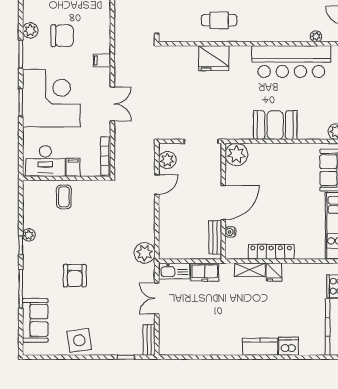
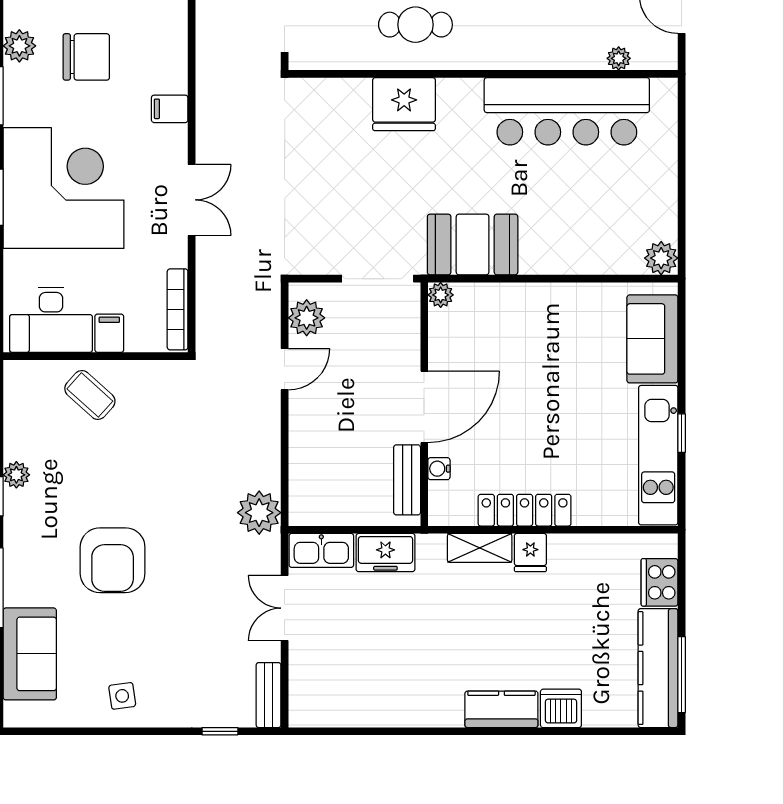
booth: (275, 125) -> (473, 244), moved
plant: (236, 154) -> (441, 295), width x0.53, depth x0.53
coffee table: (64, 197) -> (90, 395), turned -48
armchair: (75, 276) -> (113, 560), width x1.36, depth x1.36
side table: (79, 340) -> (122, 696), width x0.54, depth x0.54

